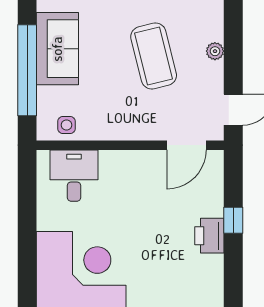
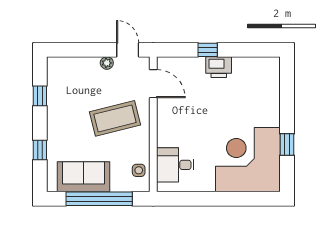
plant: (215, 51) -> (107, 63), moved
coffee table: (154, 56) -> (115, 118), moved

